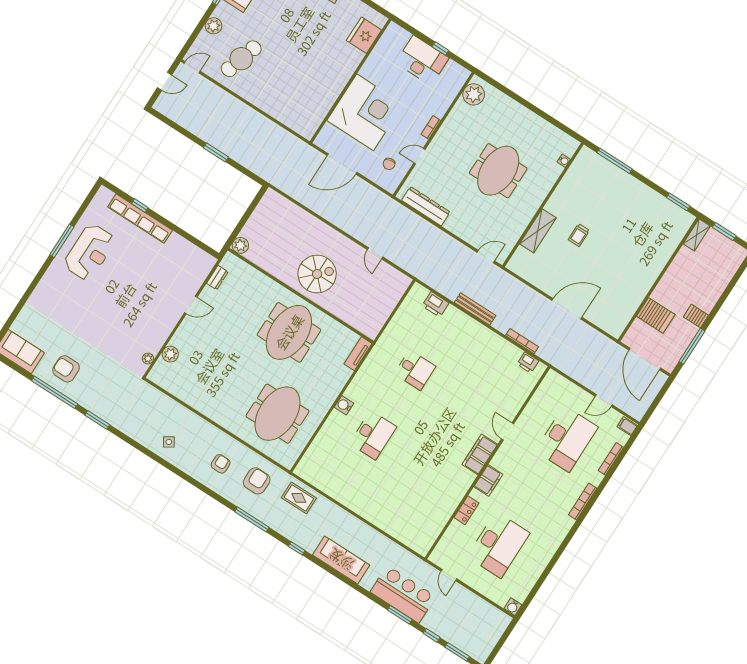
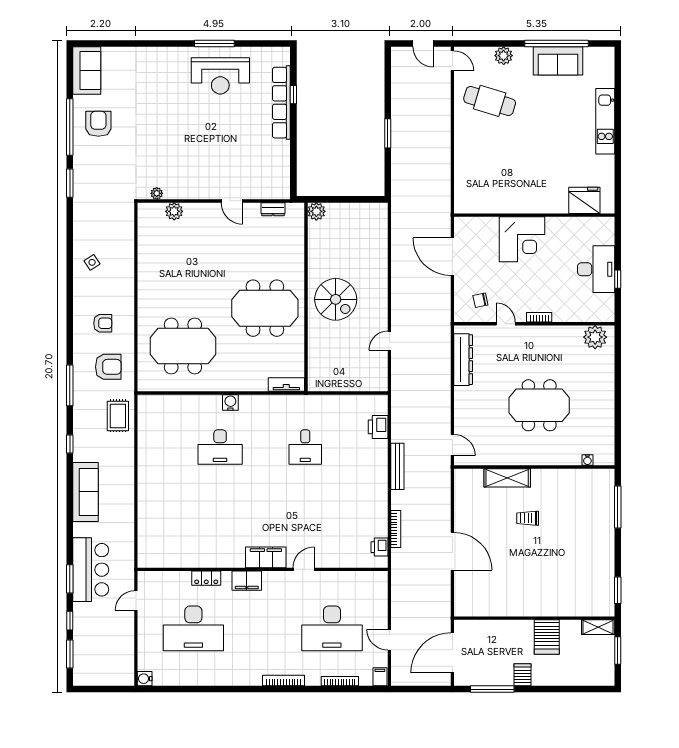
corner desk: (365, 112) -> (522, 239), width x0.74, depth x0.74
server rack: (656, 315) -> (547, 637), moved

